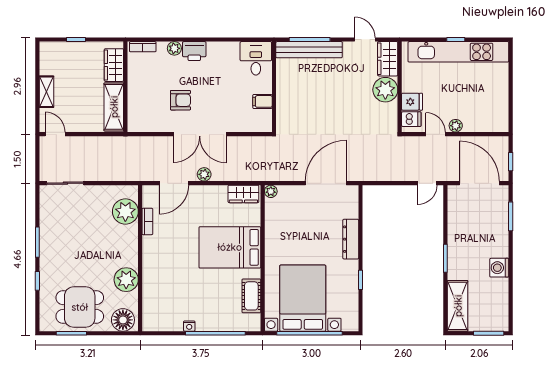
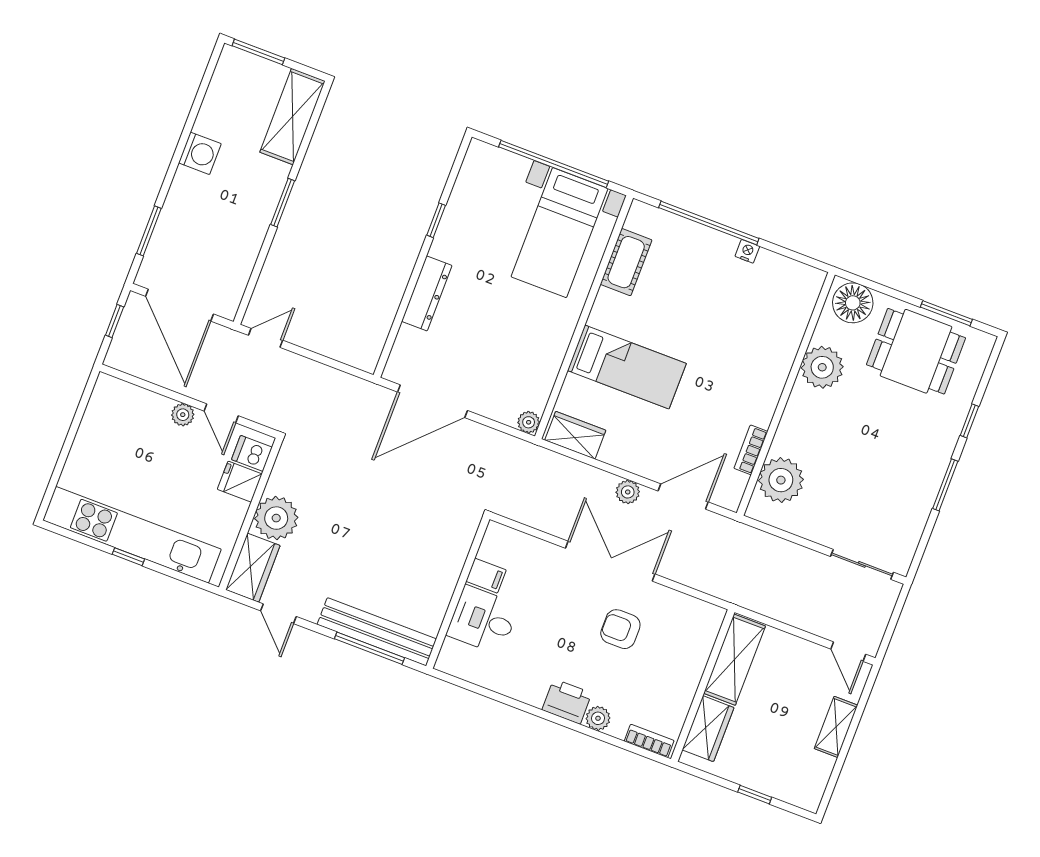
desk: (256, 58) -> (483, 620), moved, turned 90
bed: (230, 247) -> (627, 367), width x0.67
bed with nightstands: (303, 298) -> (559, 233), width x0.73

